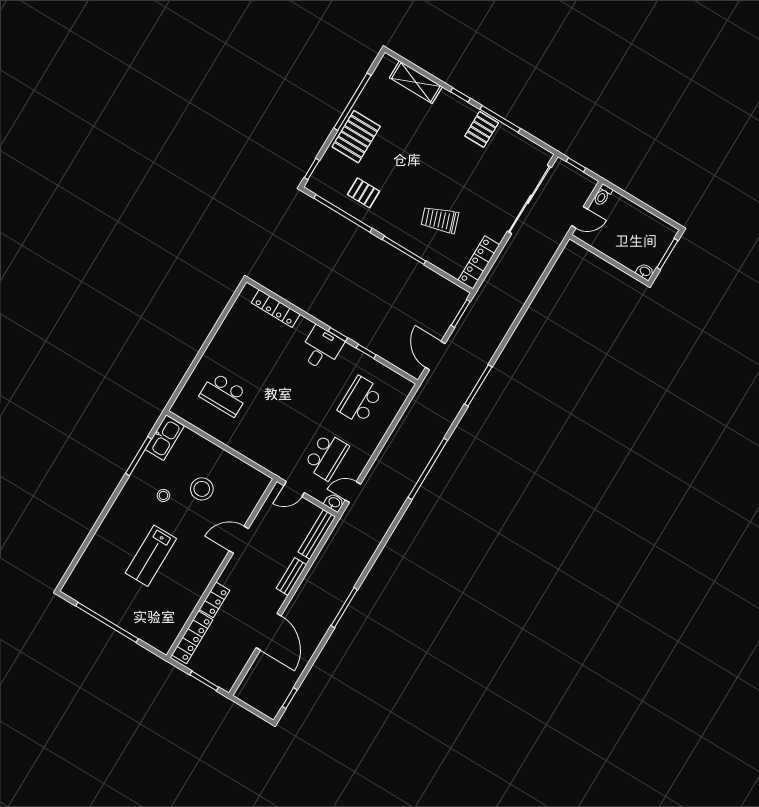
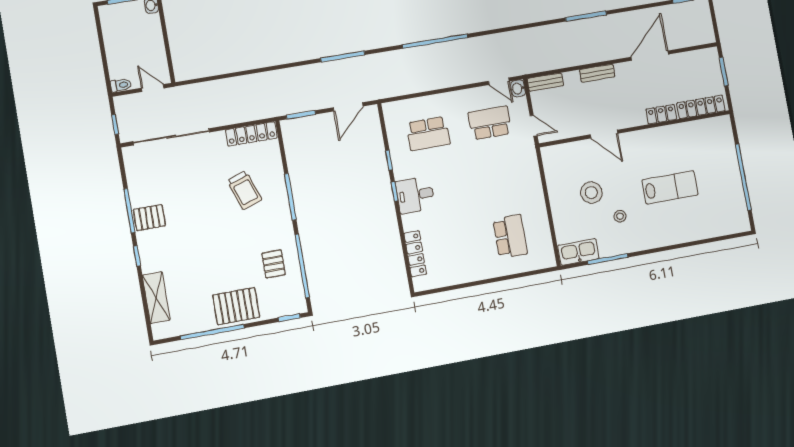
bench: (317, 534) -> (545, 82), width x0.73

